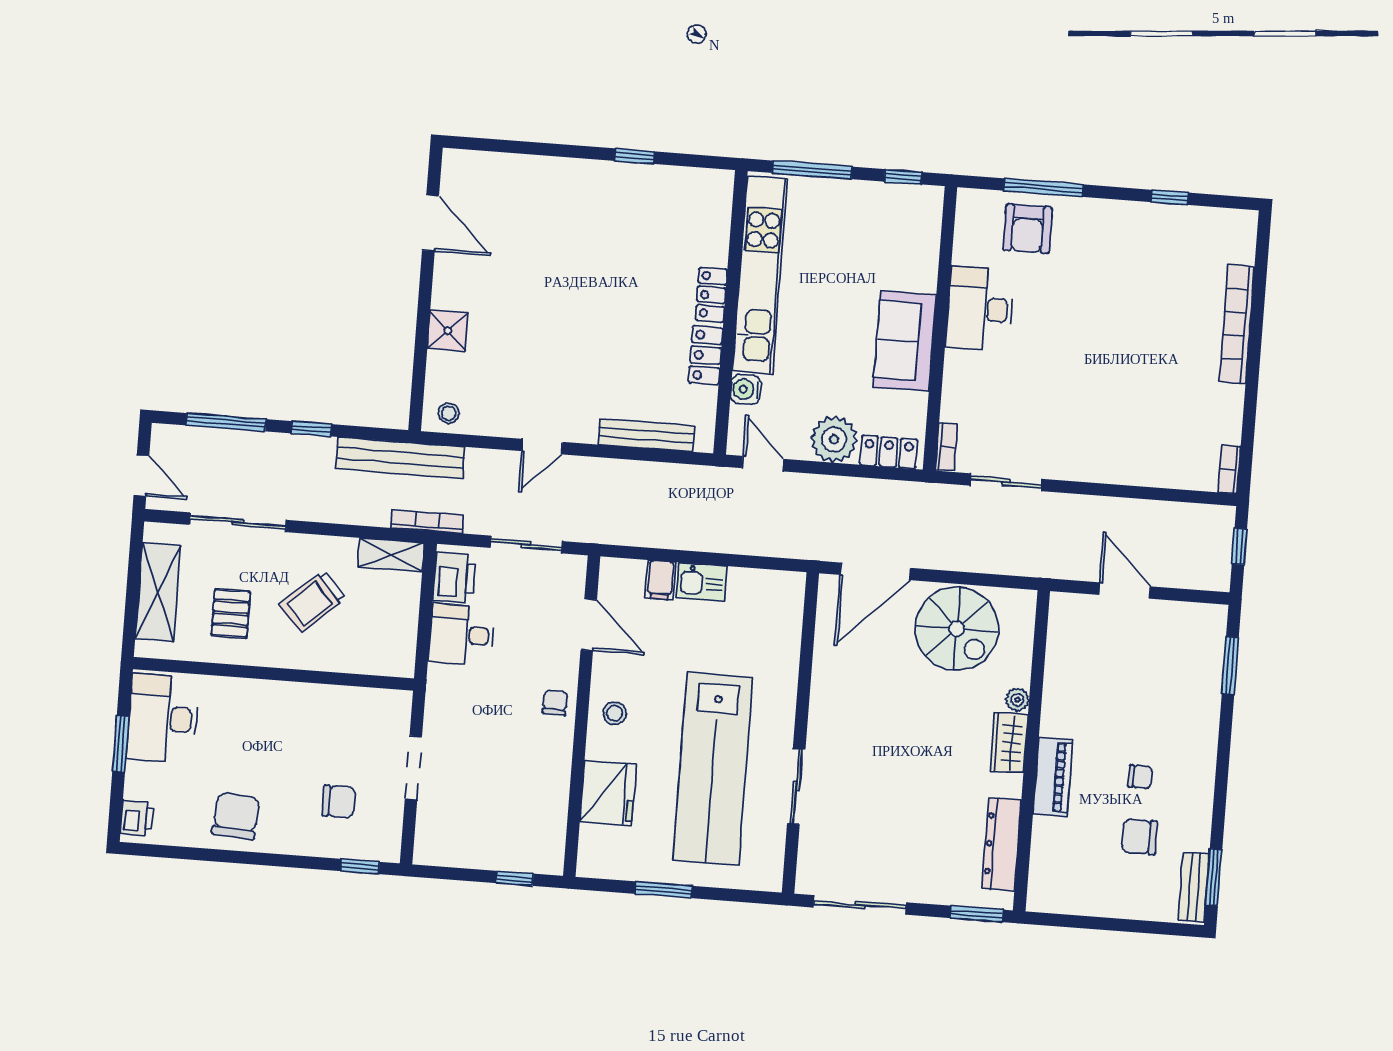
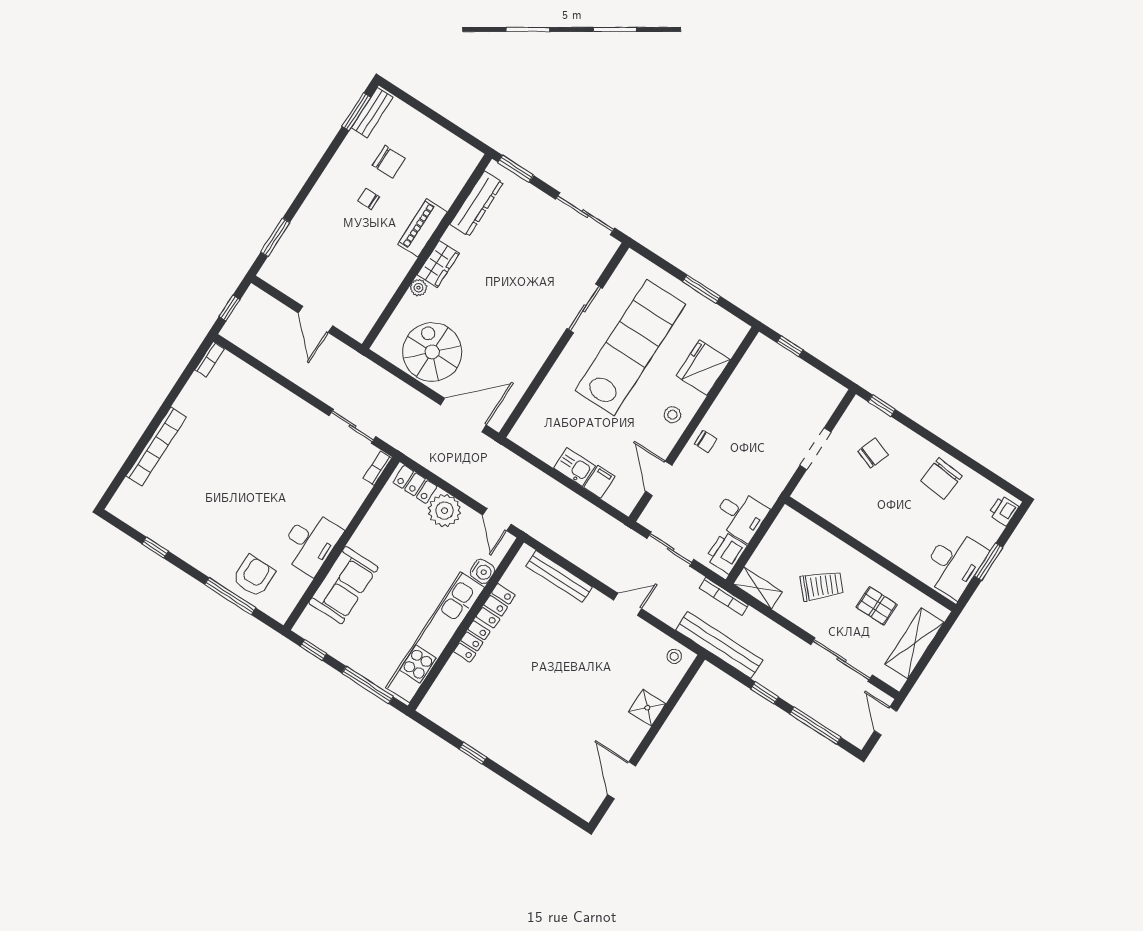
sofa: (905, 341) -> (343, 585), moved
pallet: (231, 613) -> (877, 606), turned 90
chair: (555, 703) -> (706, 441), turned -93
chair: (339, 801) -> (873, 453), turned 110

